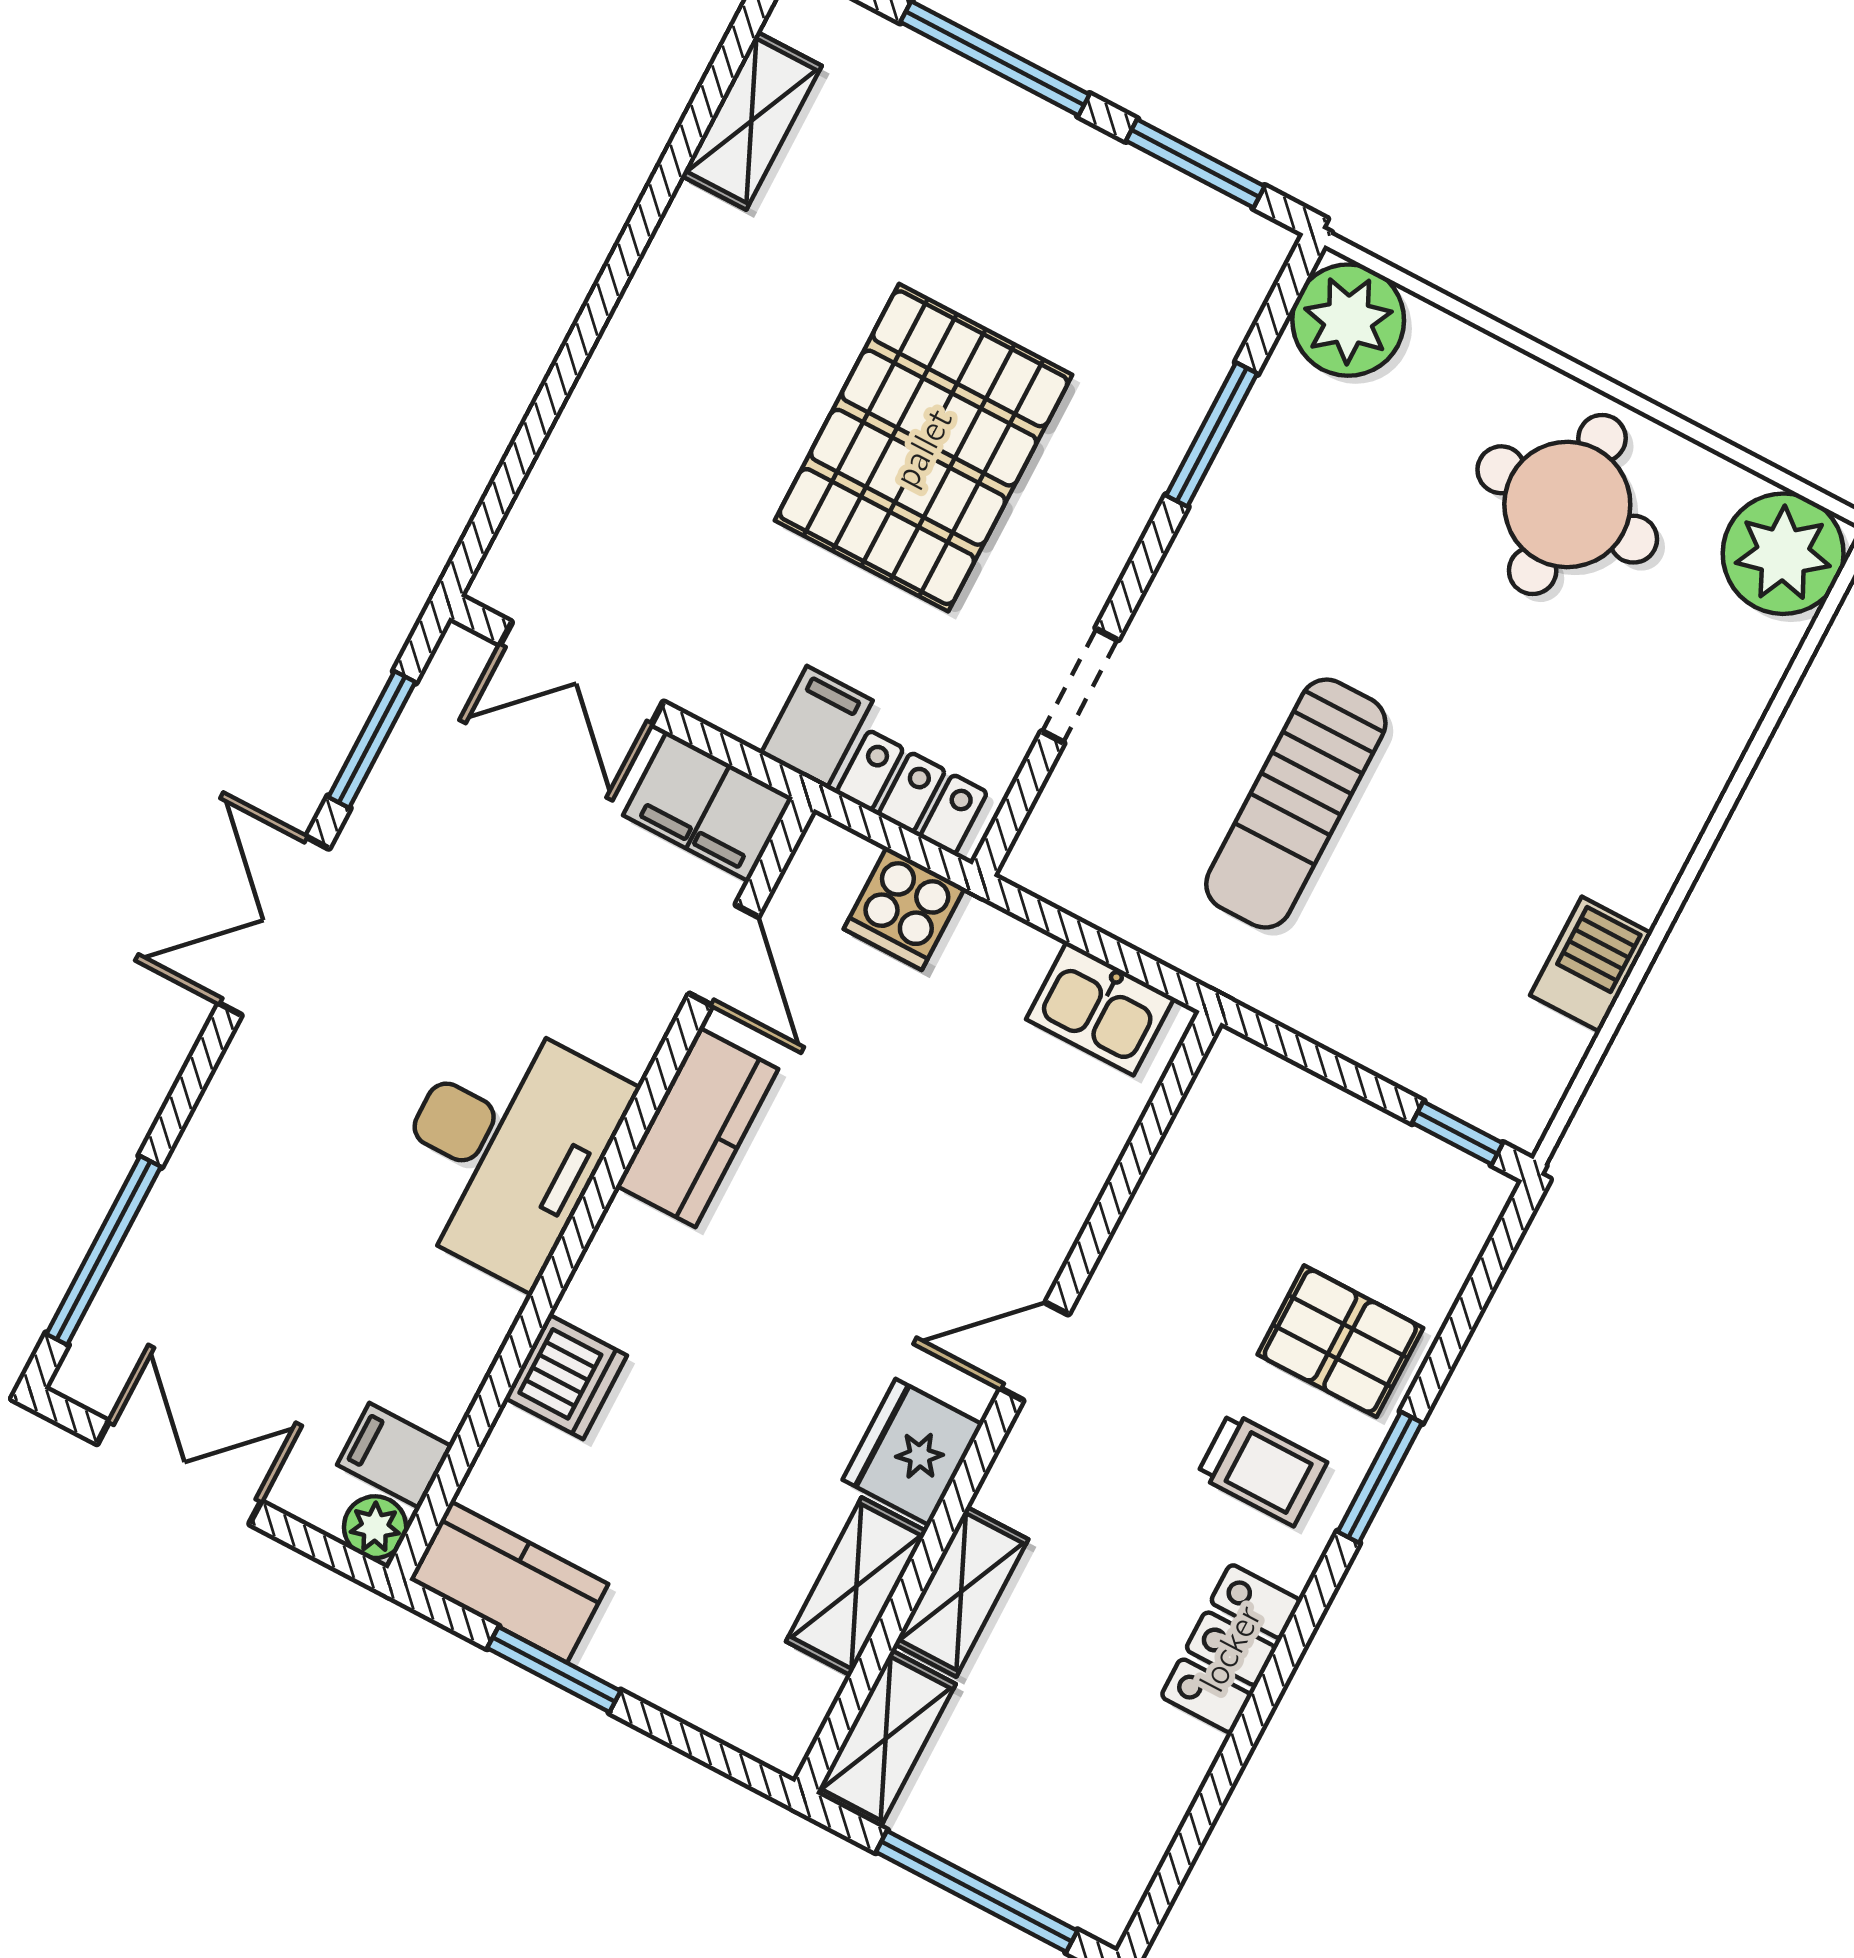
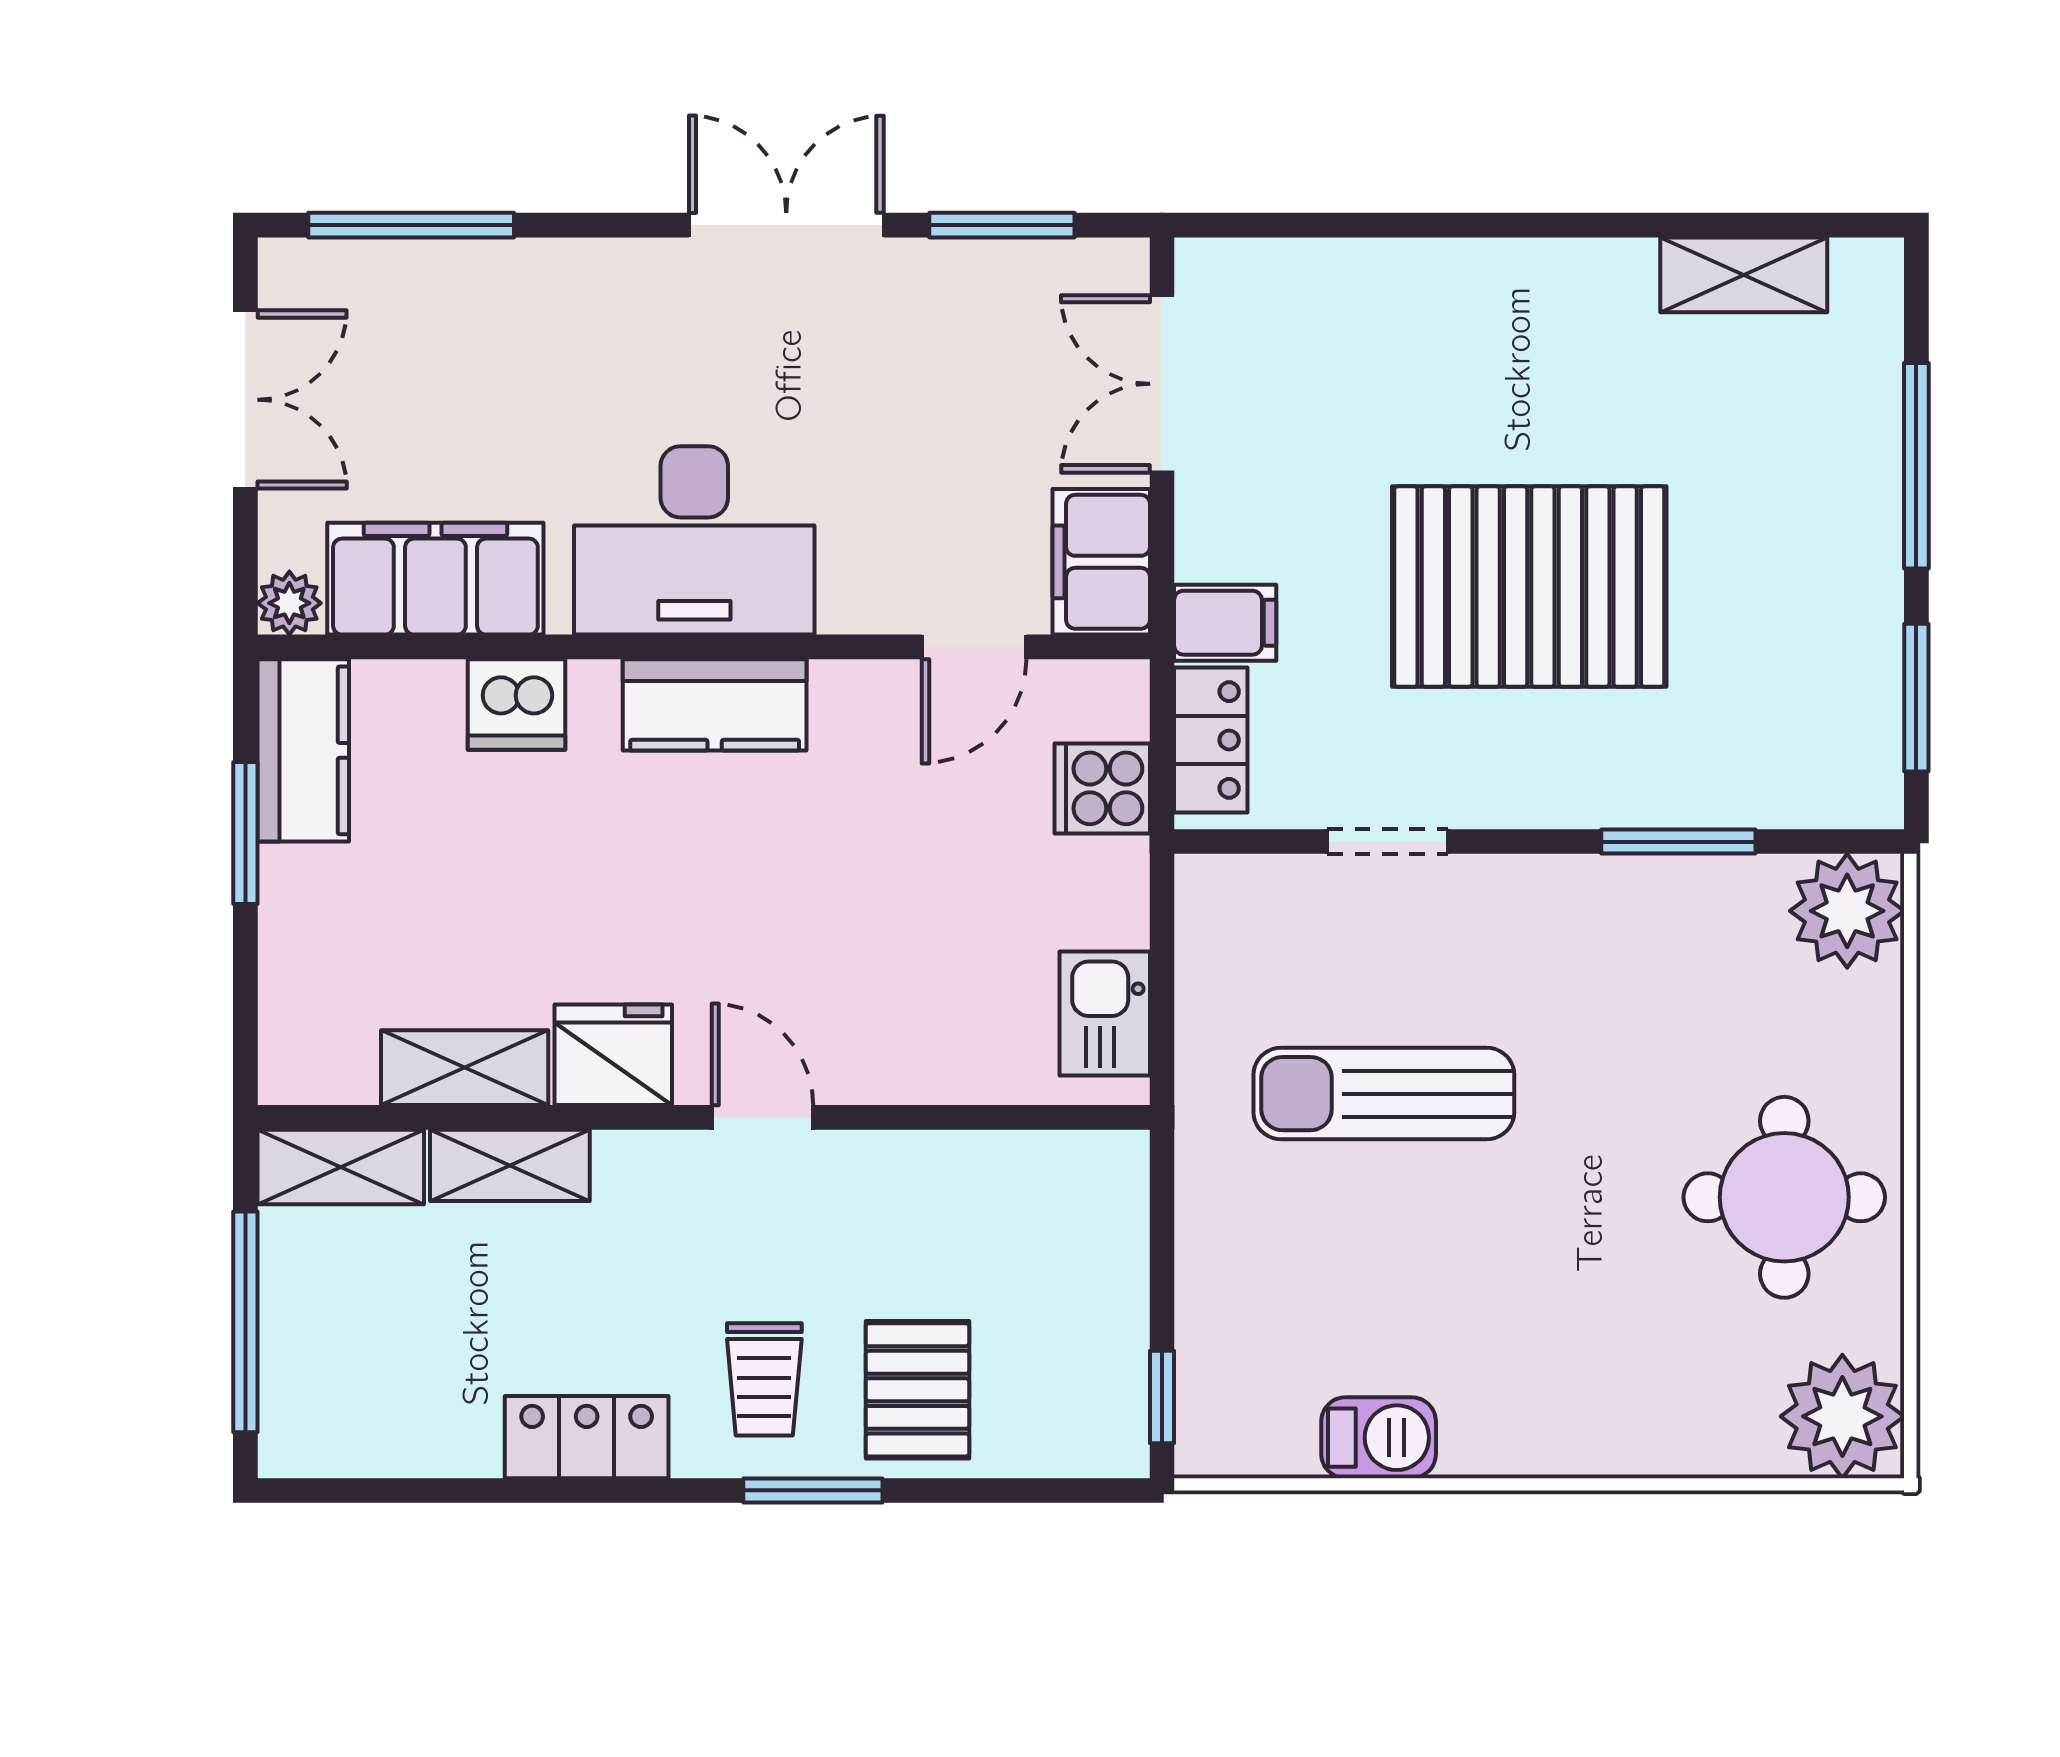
kitchen counter: (697, 1127) -> (715, 705), moved
filing cabinet: (395, 1456) -> (435, 579), width x3.00, depth x1.17

